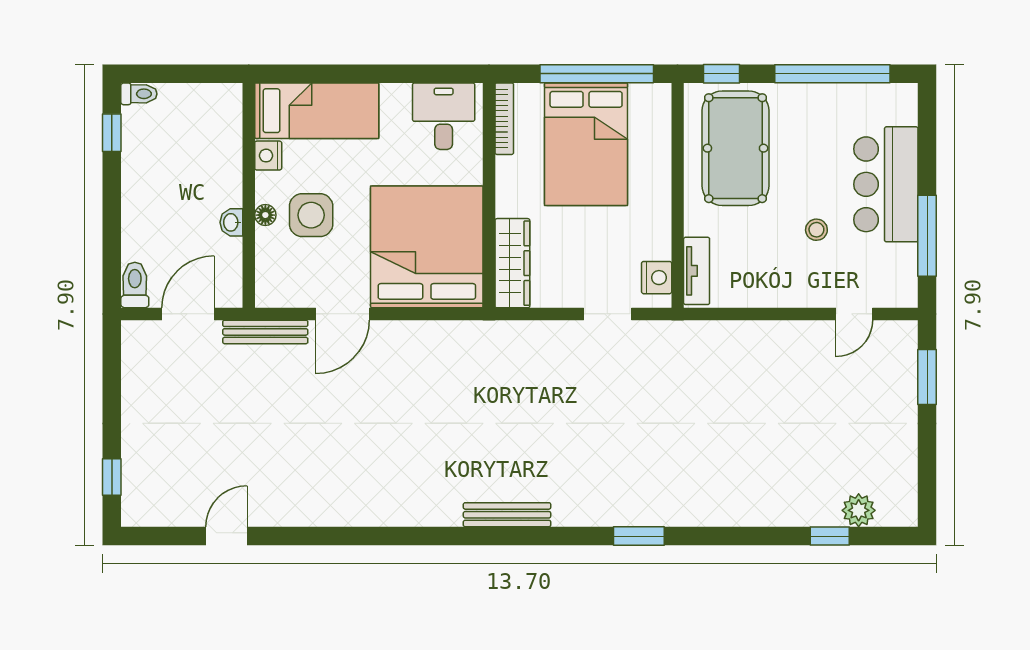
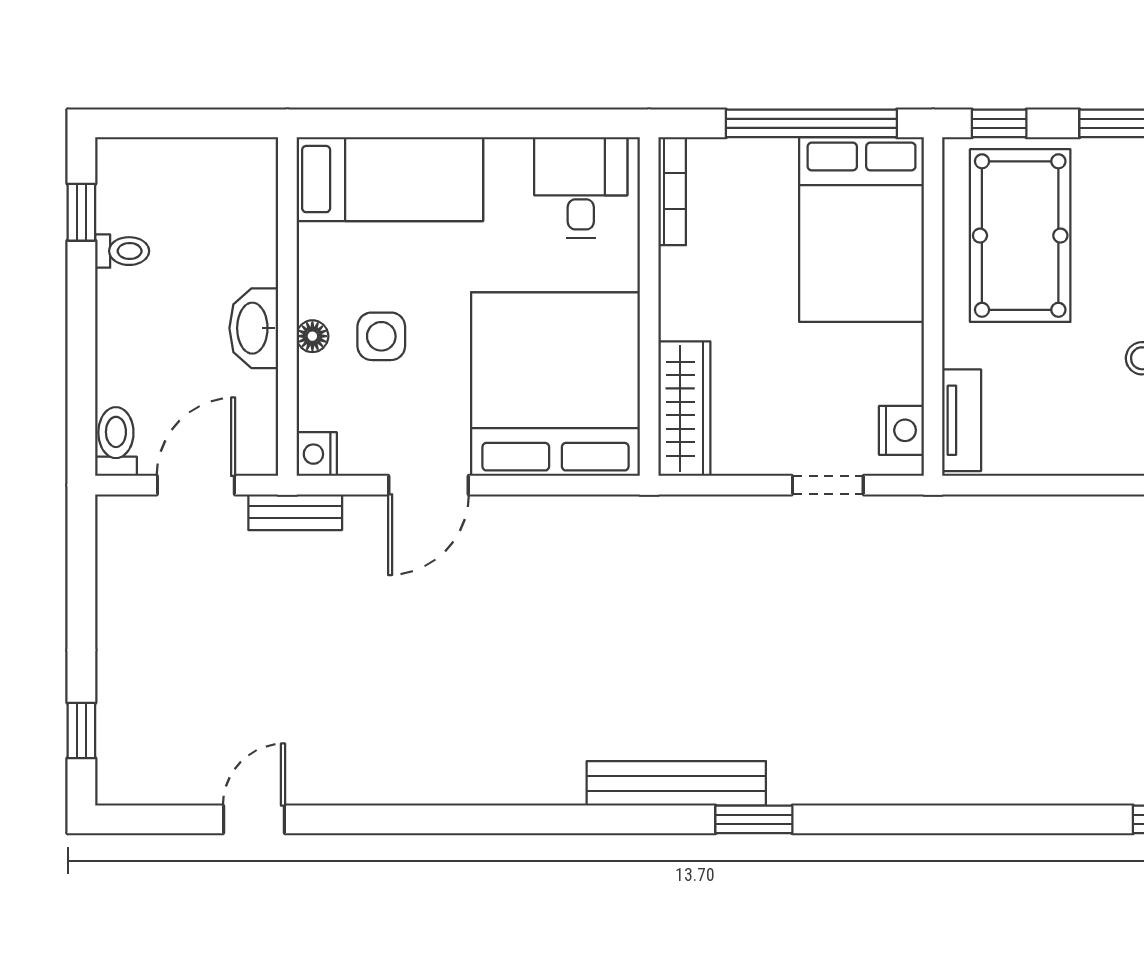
toilet: (139, 94) -> (122, 251), moved
bed: (586, 144) -> (862, 229), moved
nightstand: (268, 156) -> (317, 454), moved
side table: (311, 215) -> (381, 336), width x0.73, depth x0.73
washbasin: (231, 222) -> (254, 328), width x1.91, depth x1.45
bench: (265, 332) -> (295, 512), width x0.73
bench: (507, 515) -> (676, 783), width x1.37, depth x1.21
window: (639, 536) -> (754, 819), moved

